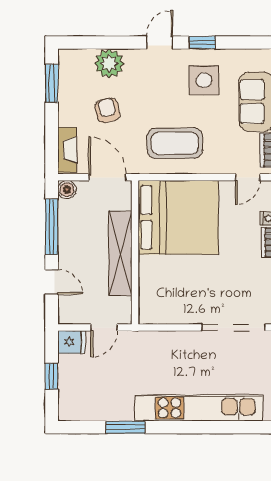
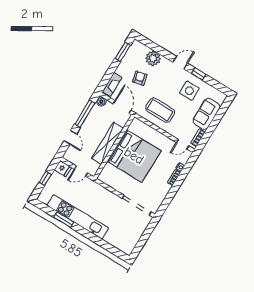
bed: (178, 217) -> (134, 156), moved
kitchen unit: (199, 408) -> (78, 217), moved

